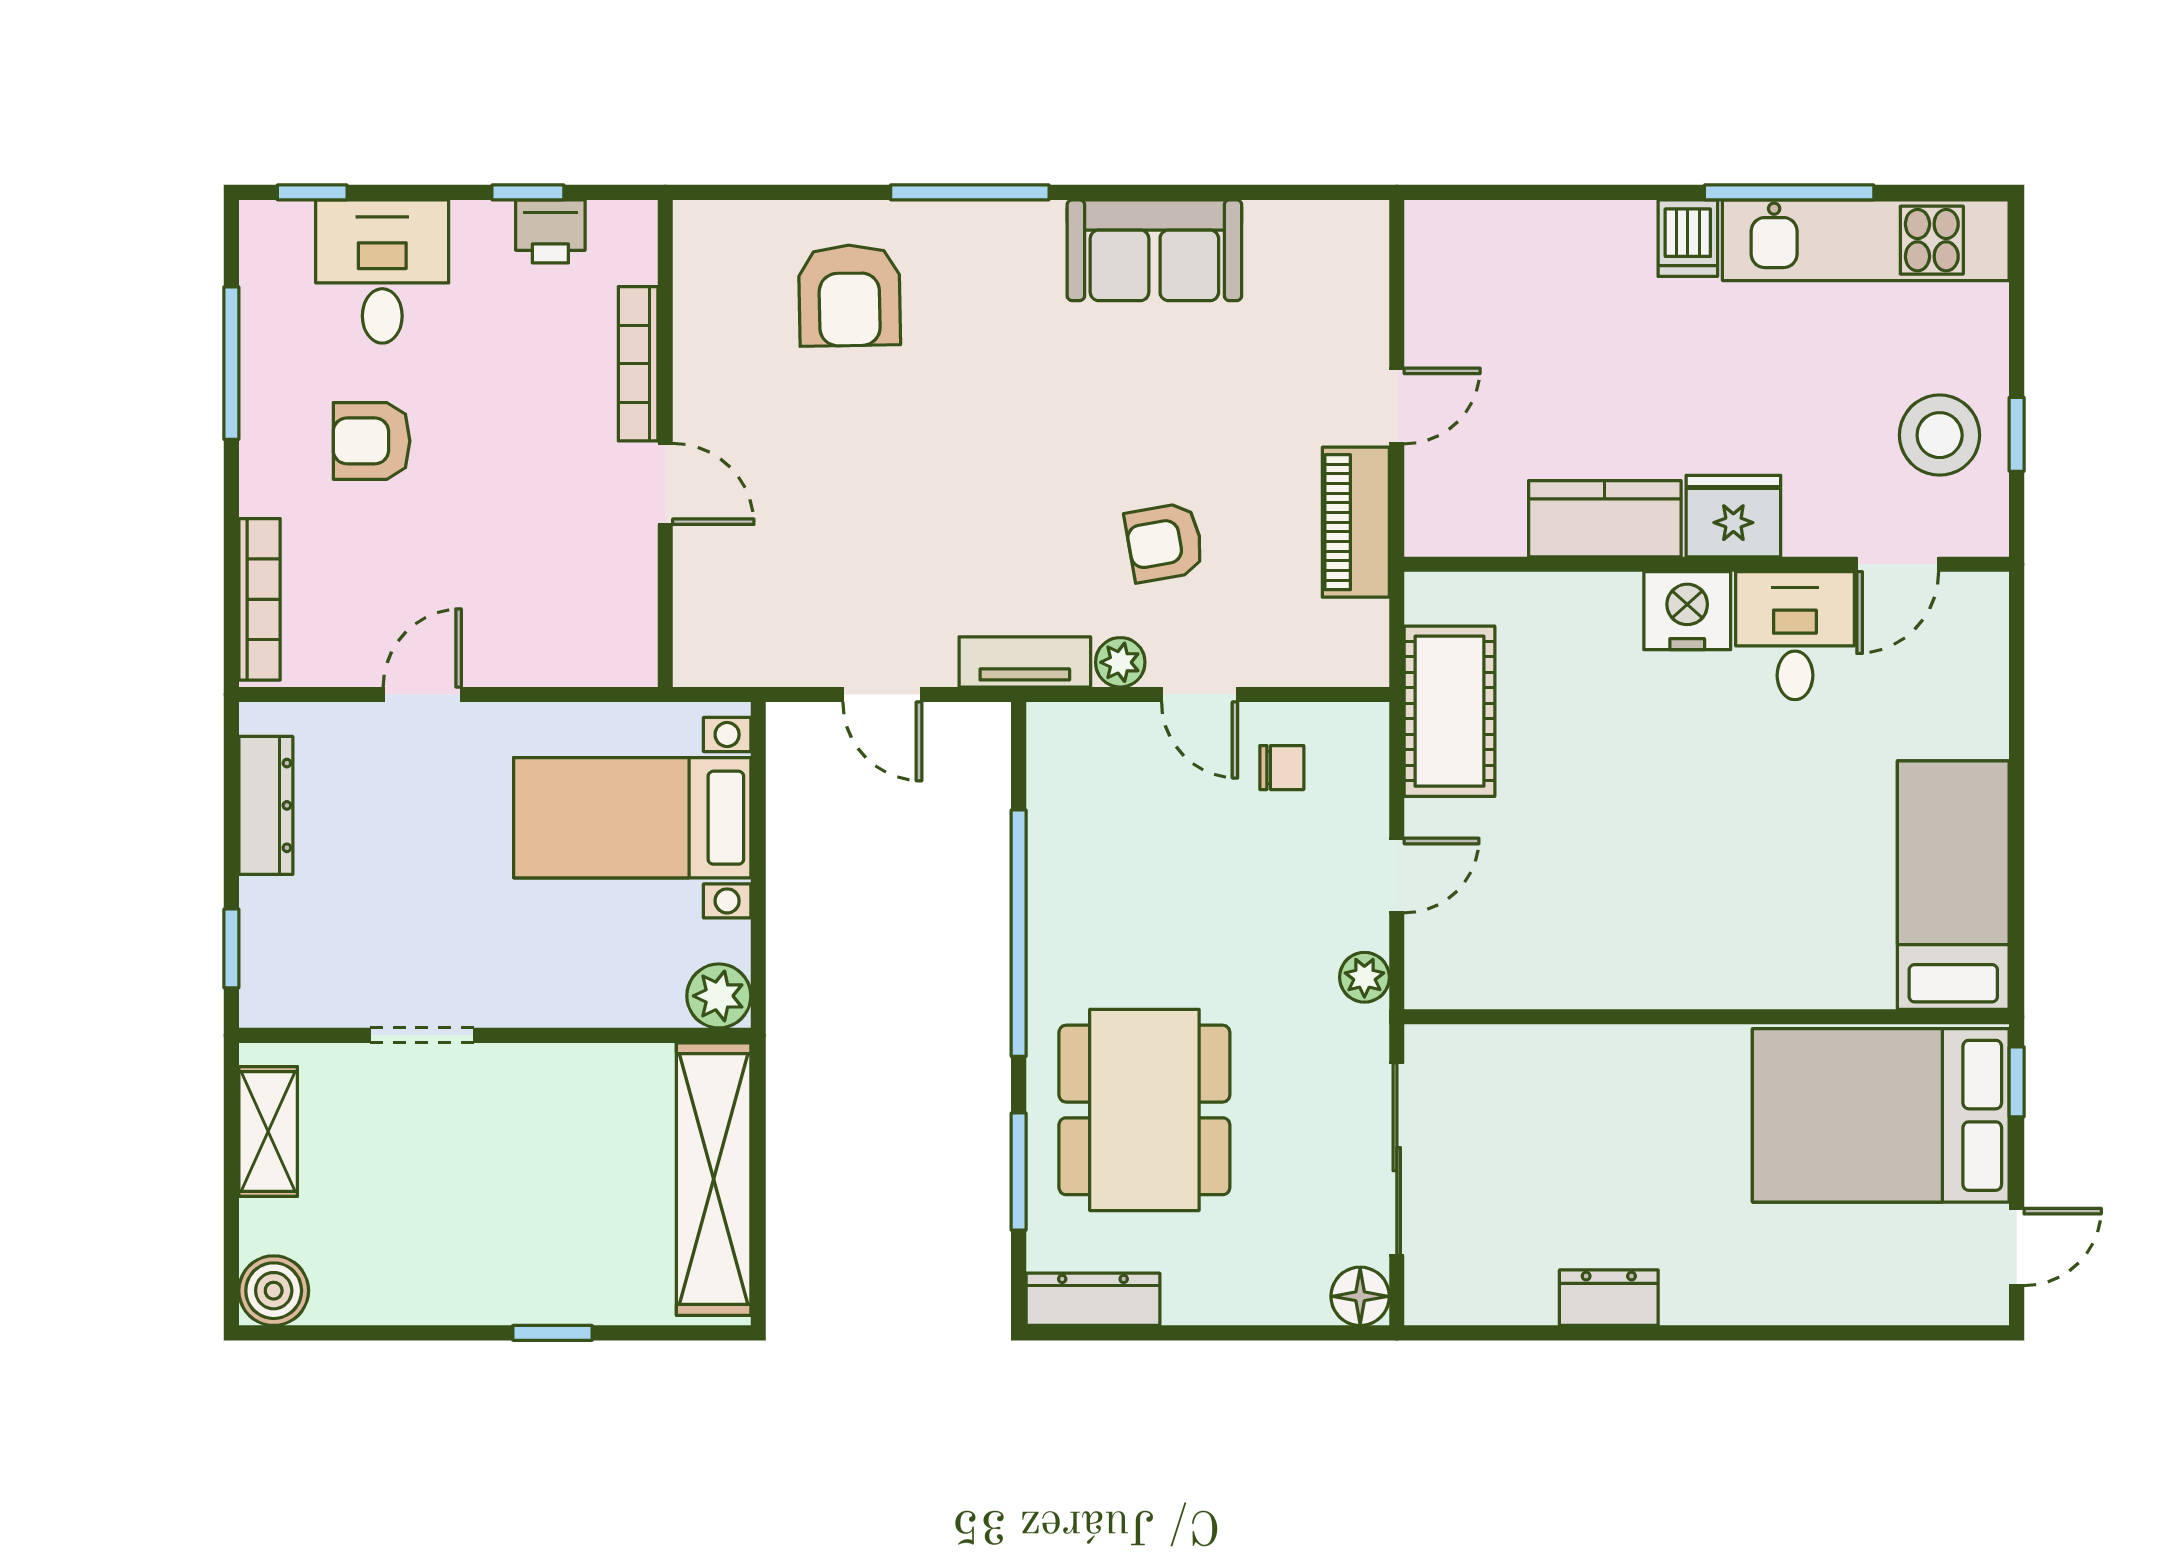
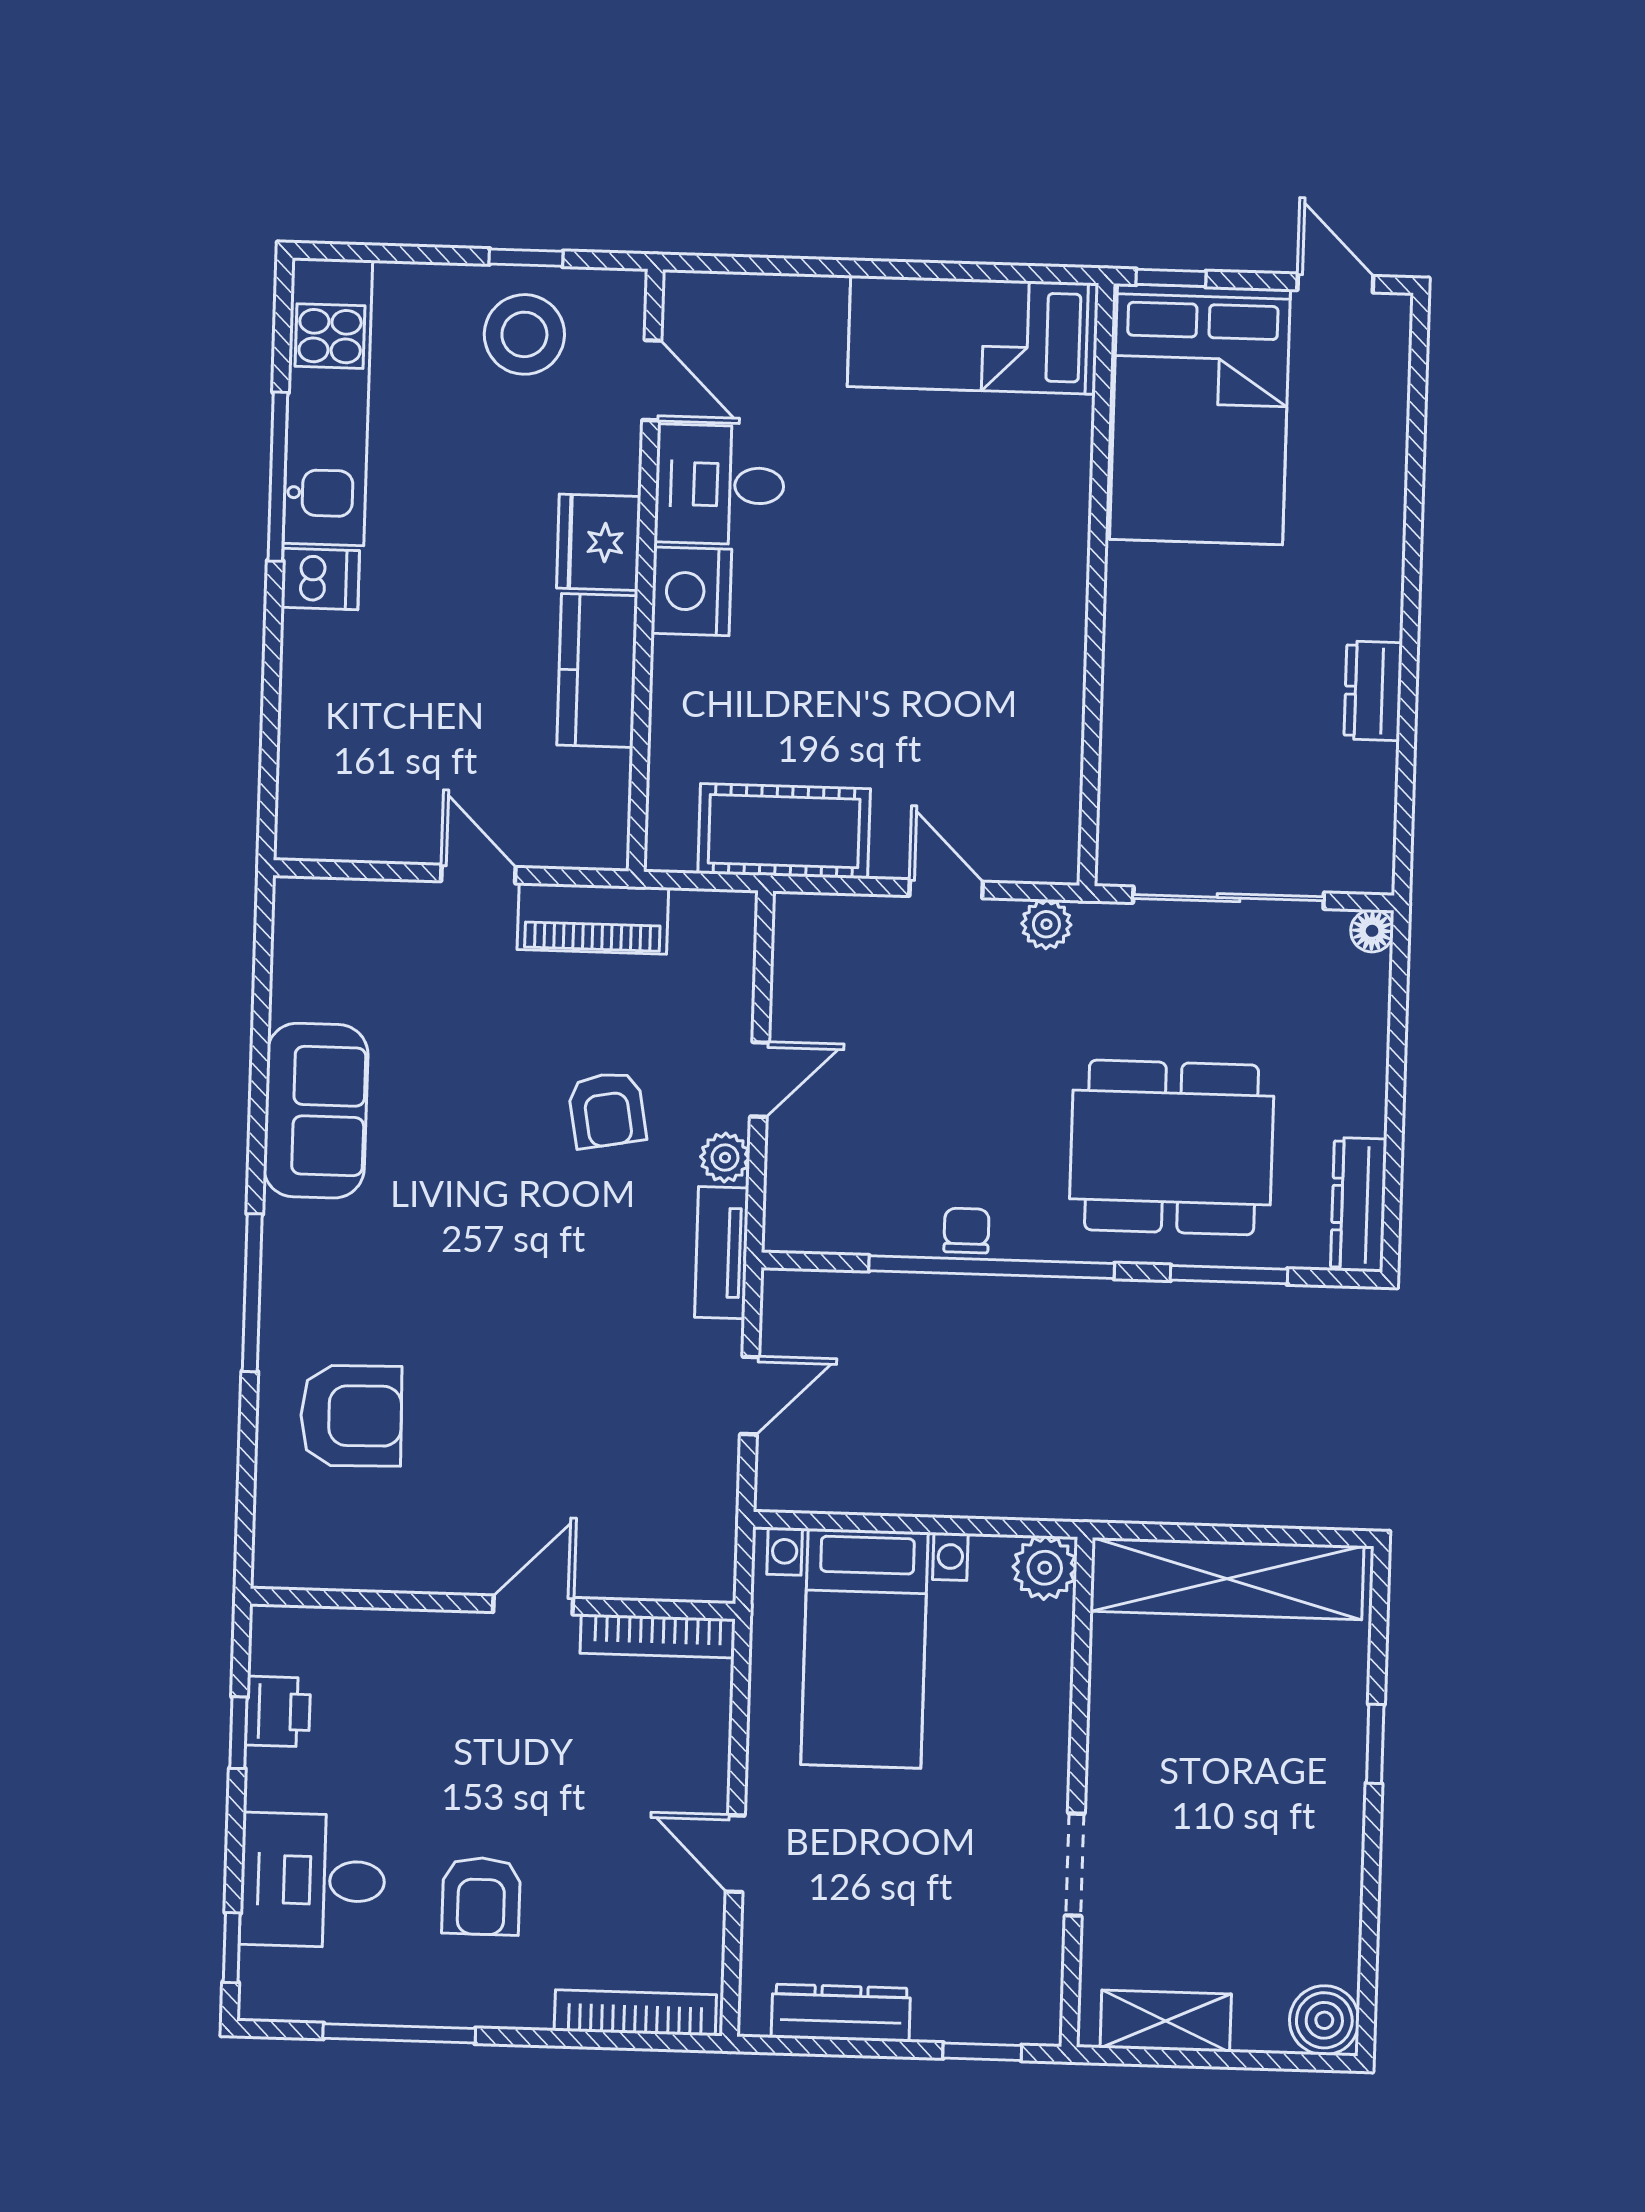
bookcase: (638, 364) -> (658, 1636), moved
chair: (1282, 768) -> (966, 1230), moved
floor lamp: (1360, 1296) -> (1372, 931), width x0.73, depth x0.73

